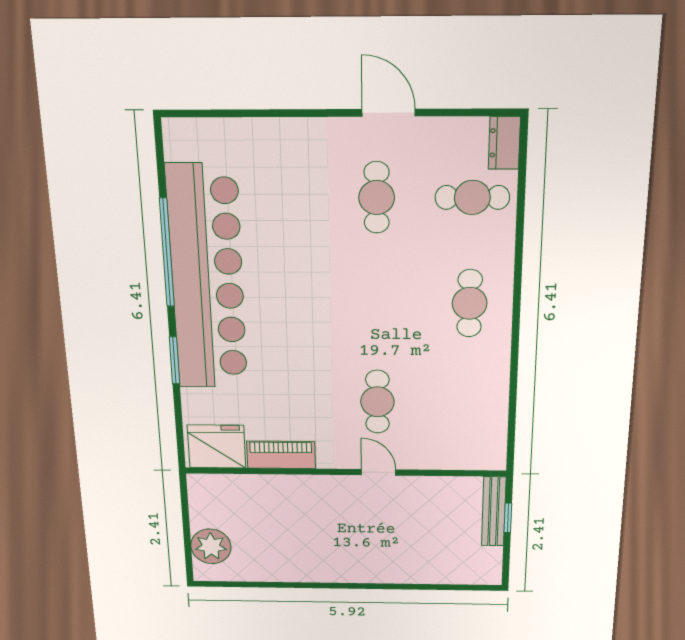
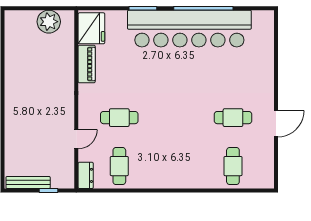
dresser: (504, 143) -> (86, 175), moved, turned 90
cafe table: (470, 303) -> (119, 166), moved, turned 90
door: (379, 472) -> (76, 139), moved
bench: (494, 511) -> (28, 183), moved
plant: (211, 546) -> (49, 22), moved

